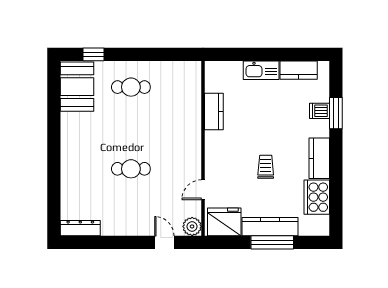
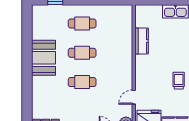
booth: (77, 87) -> (43, 58), moved
cafe table: (131, 128) -> (82, 53), added

